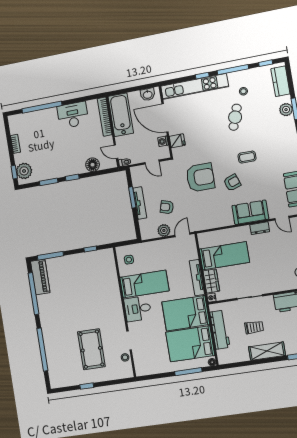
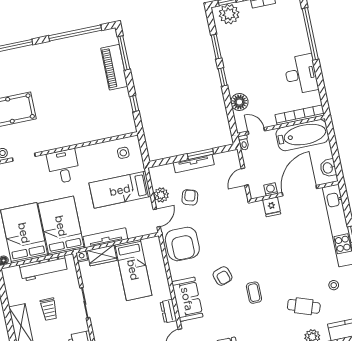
cafe table: (235, 117) -> (304, 306), moved
door: (116, 152) -> (256, 131), hinge flipped
armchair: (200, 177) -> (182, 244), moved
door: (182, 235) -> (157, 218), hinge flipped
piano: (40, 277) -> (114, 67), moved, turned 90
bed: (144, 284) -> (120, 190), moved, turned 90

